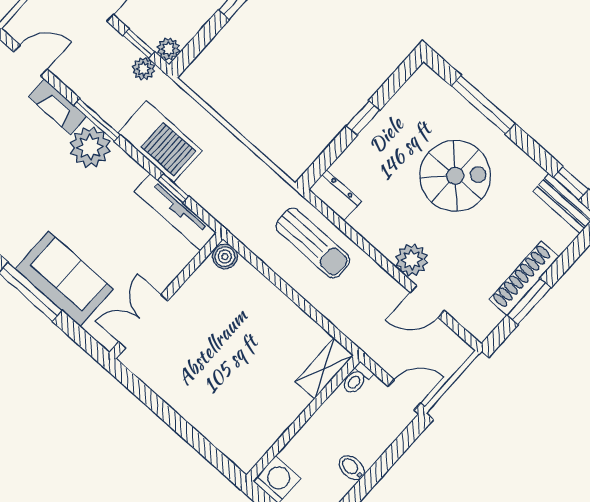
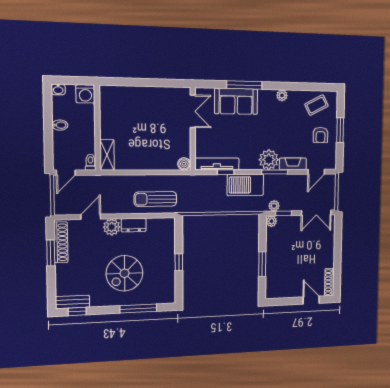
dresser: (335, 195) -> (134, 225), moved
shoe rack: (524, 278) -> (61, 242), moved

